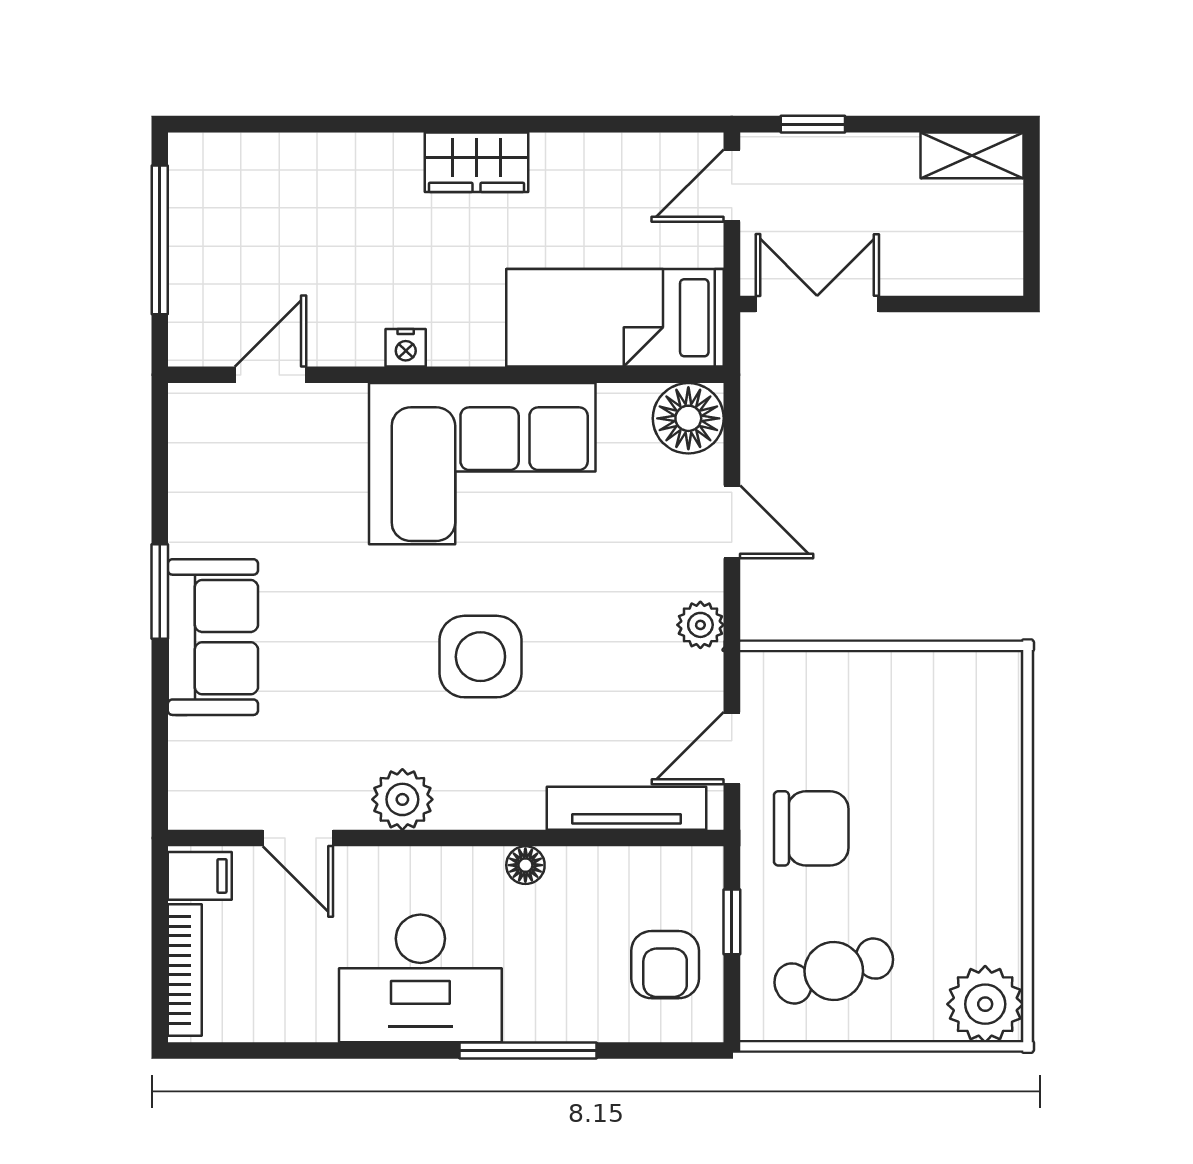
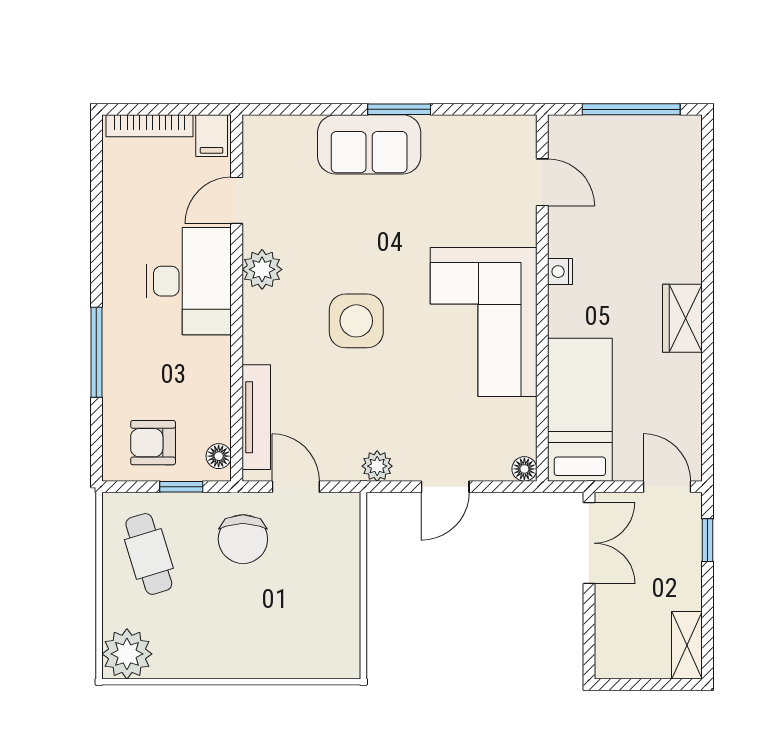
floor lamp: (688, 418) -> (524, 469), width x0.53, depth x0.53
floor lamp: (525, 865) -> (219, 456), moved
desk: (420, 978) -> (189, 281), moved, turned 180

